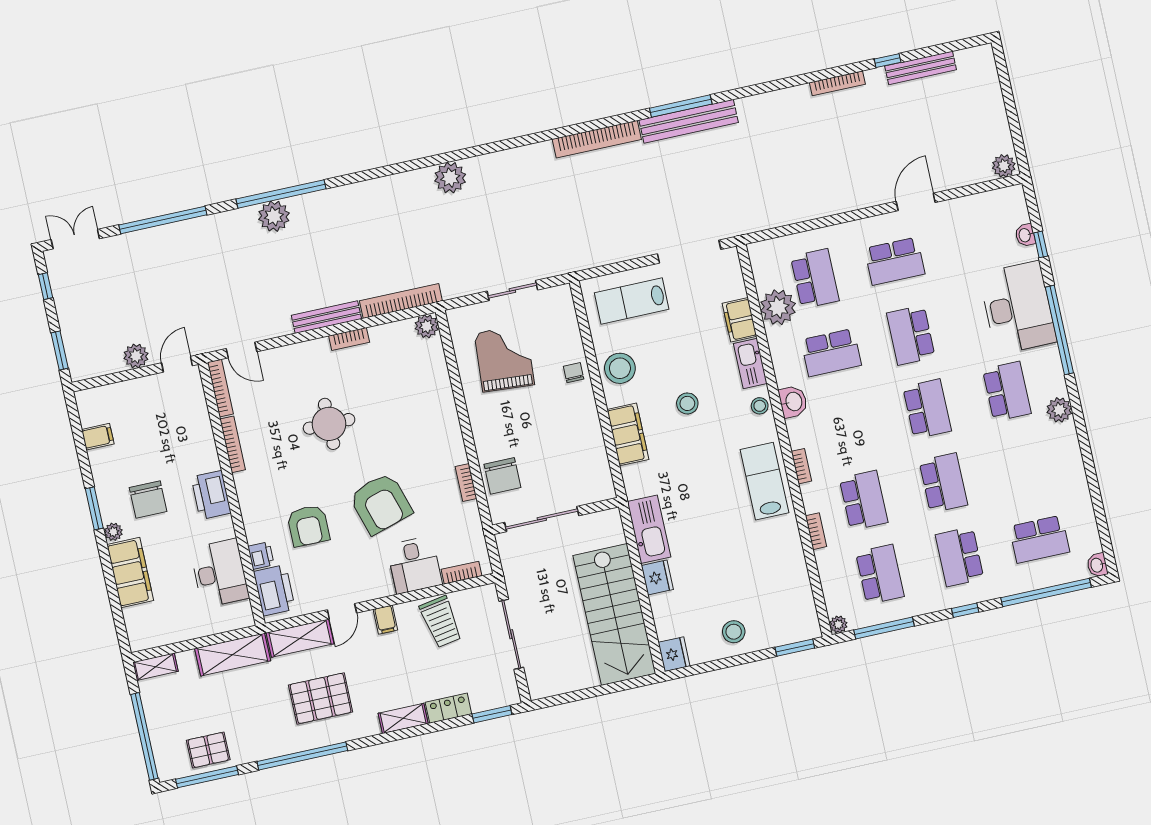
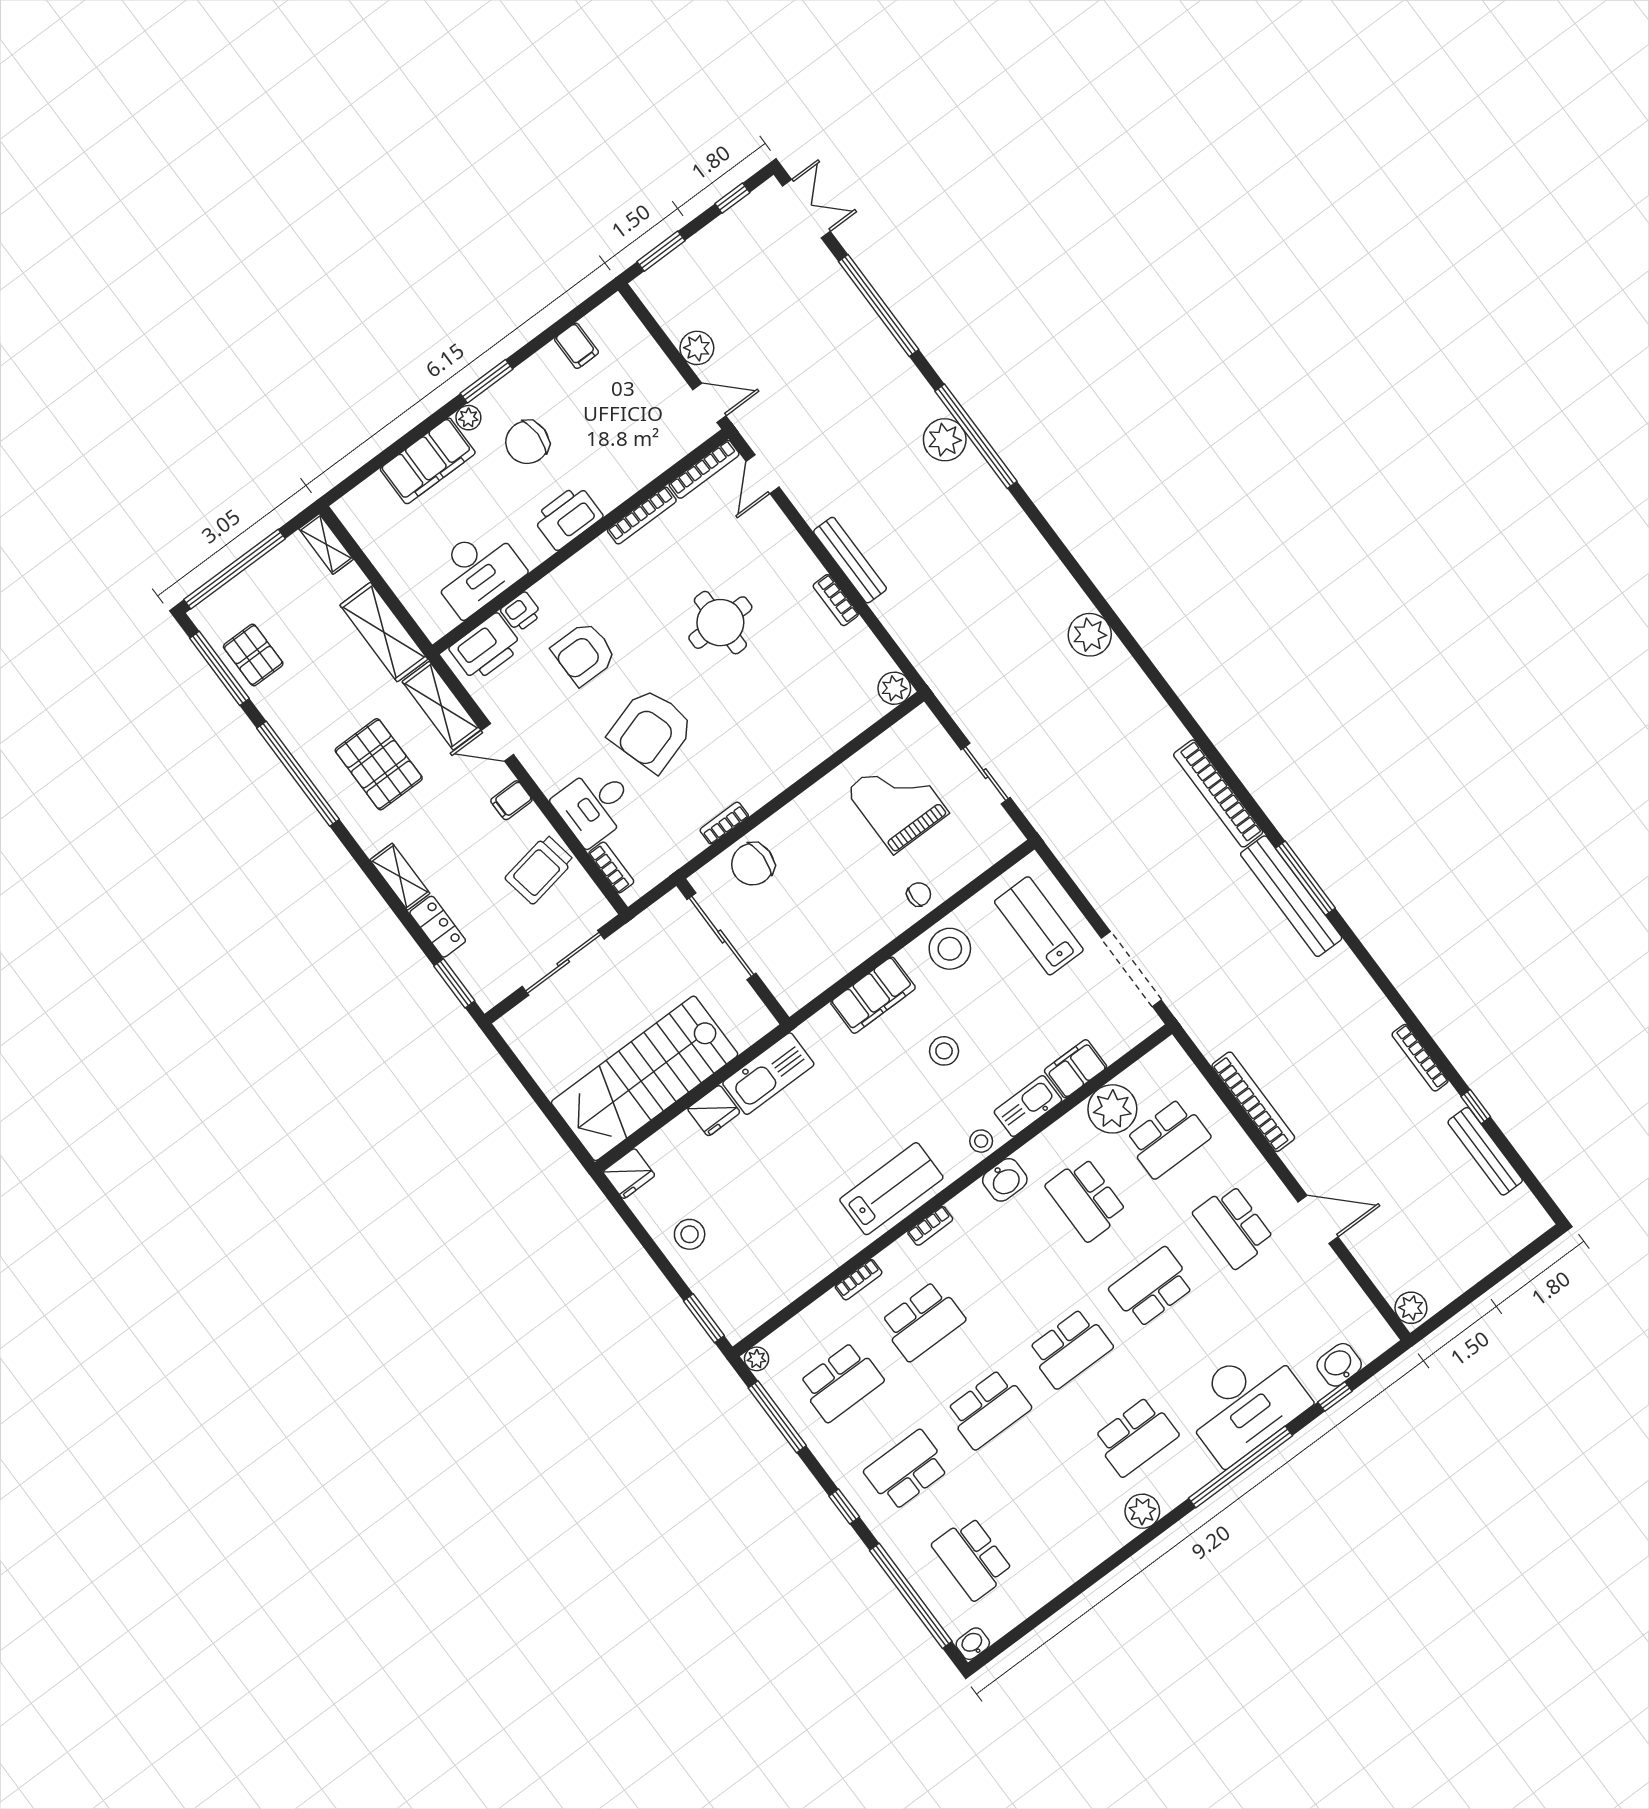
washbasin: (1025, 235) -> (1339, 1365), width x1.38, depth x1.45
bookcase: (401, 301) -> (1253, 1102), moved
grand piano: (504, 359) -> (897, 802), turned -94

